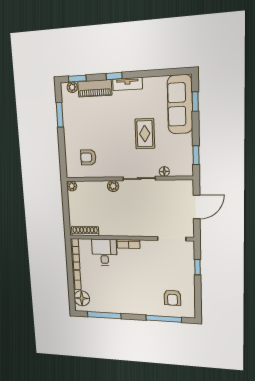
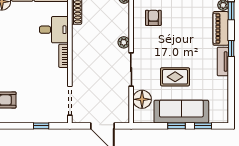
sofa: (180, 104) -> (181, 112), moved
window: (196, 155) -> (177, 126), moved
floor lamp: (164, 171) -> (142, 99), width x1.89, depth x1.89

